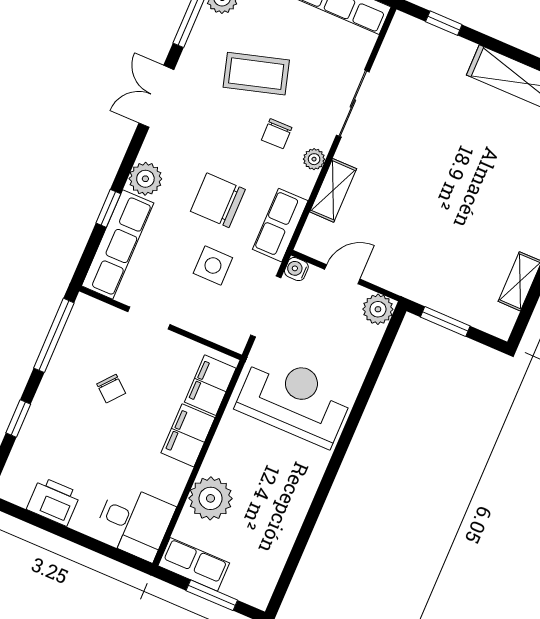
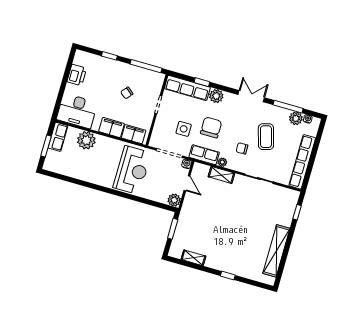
plant: (314, 159) -> (222, 162), moved
desk: (134, 522) -> (77, 111), width x1.37

